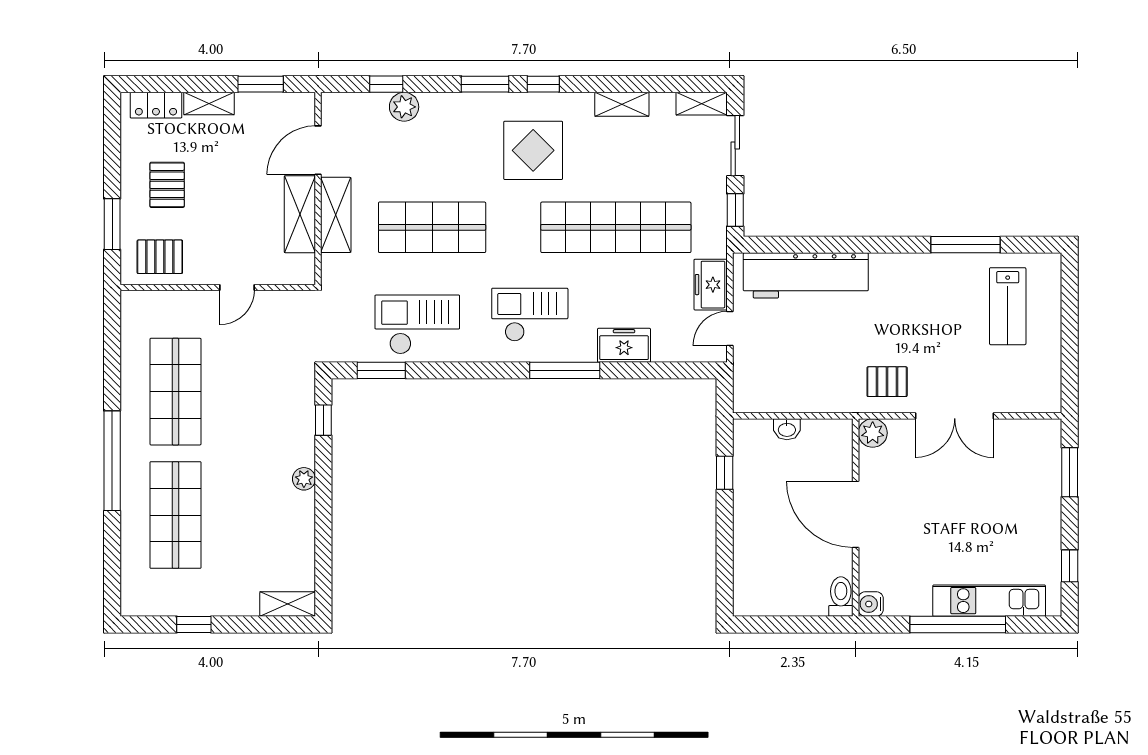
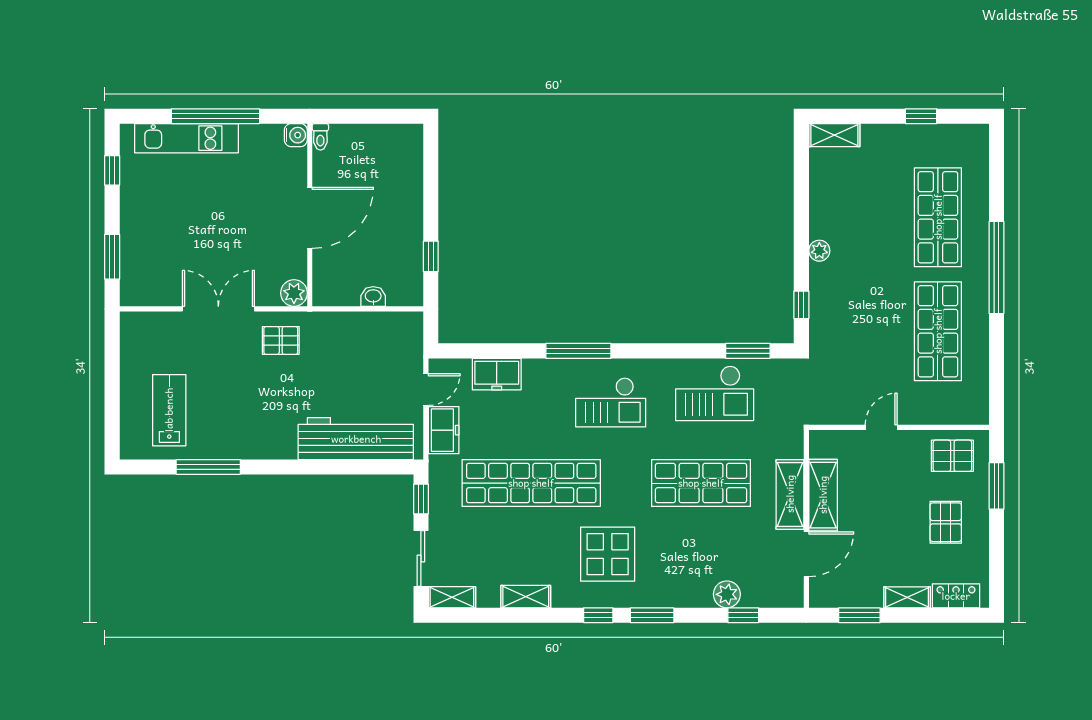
freezer: (624, 345) -> (497, 374), moved
door: (856, 514) -> (310, 218), hinge flipped
toilet: (841, 597) -> (320, 137), width x0.73, depth x0.72

